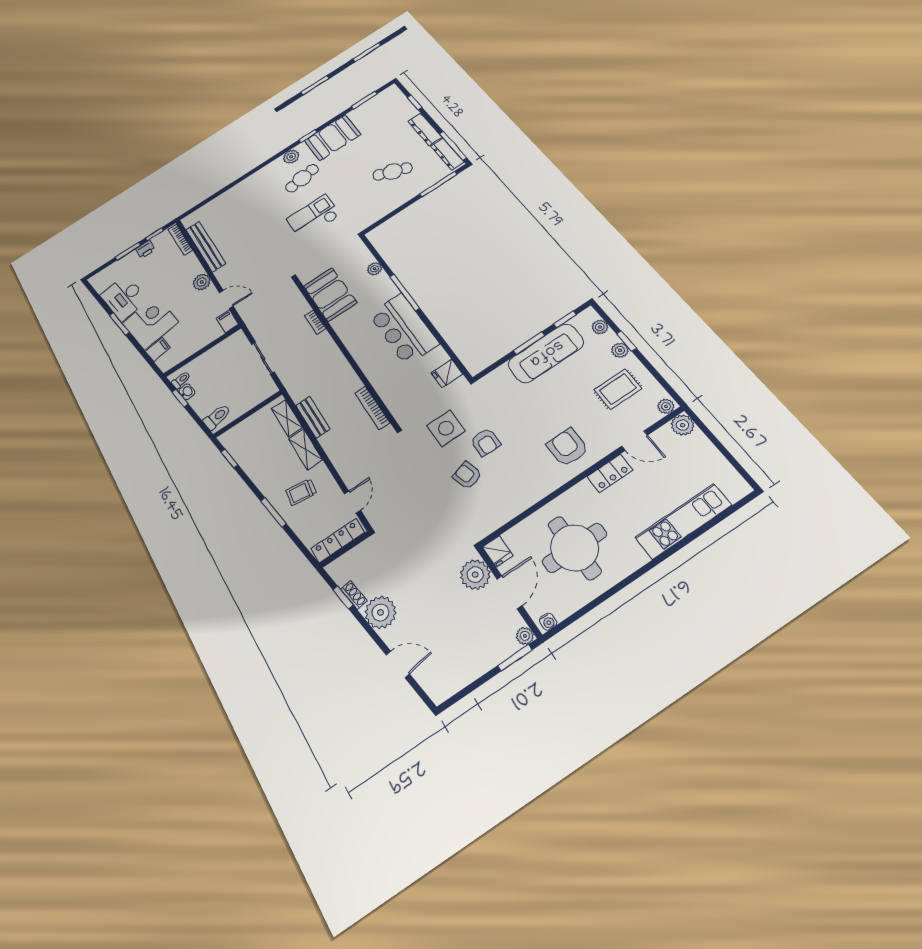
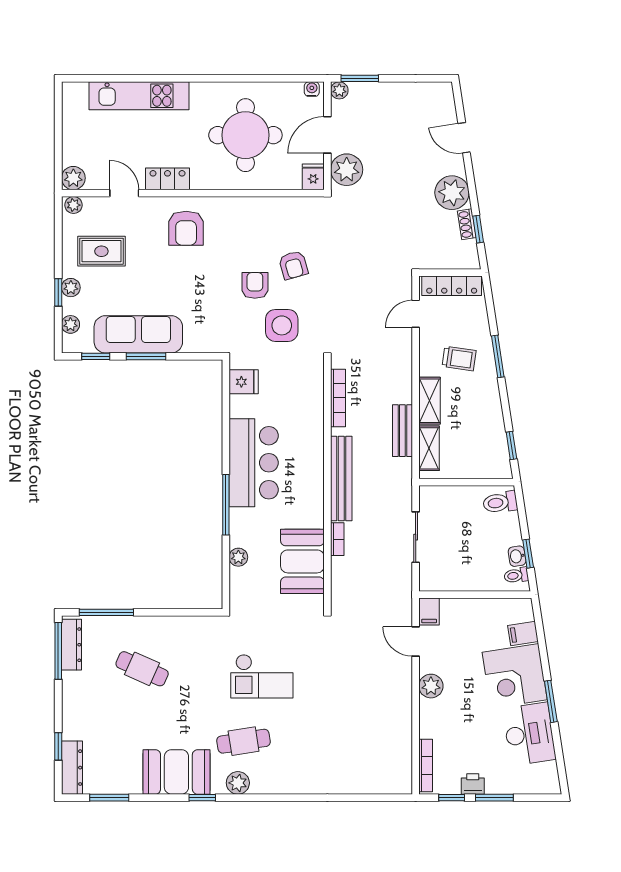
dresser: (425, 129) -> (72, 768), moved
bench: (206, 246) -> (341, 479), moved

